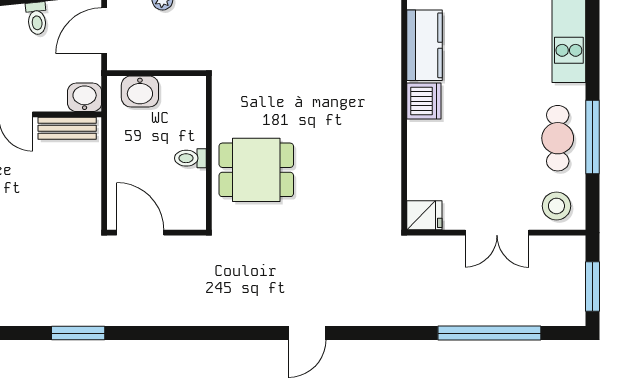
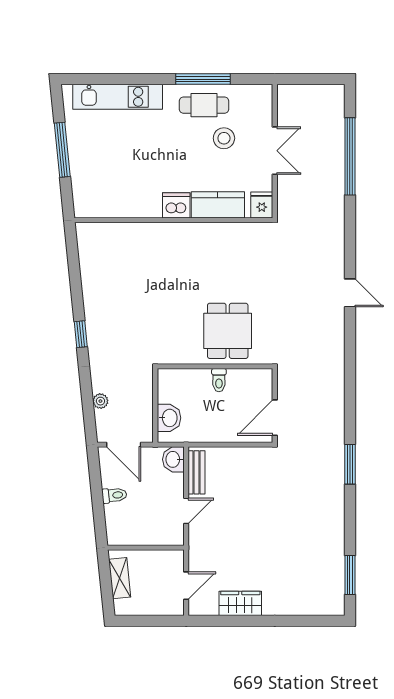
kitchen counter: (425, 45) -> (218, 205), moved
stool: (556, 206) -> (224, 138), moved
window: (593, 287) -> (315, 79), removed

